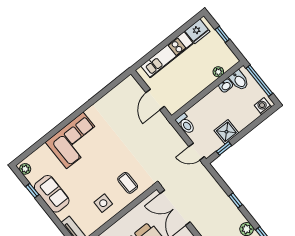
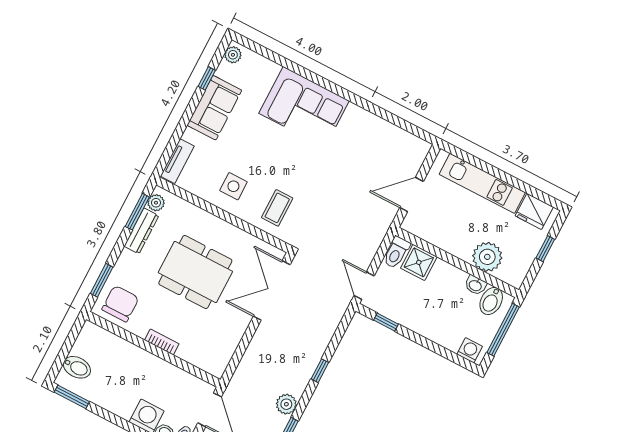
plant: (218, 72) -> (487, 257), width x1.88, depth x1.88
shower: (226, 132) -> (419, 262), moved

